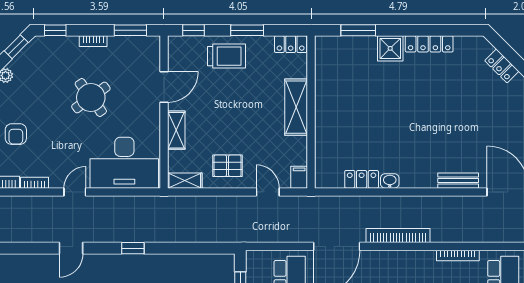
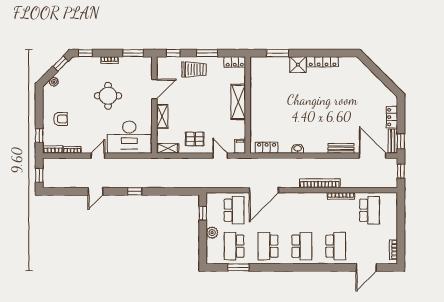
locker: (502, 66) -> (369, 76), removed
round table: (91, 98) -> (108, 96), turned 36
armchair: (16, 134) -> (60, 119), turned -90
locker: (362, 179) -> (267, 148), moved
bookcase: (398, 236) -> (320, 183), moved

